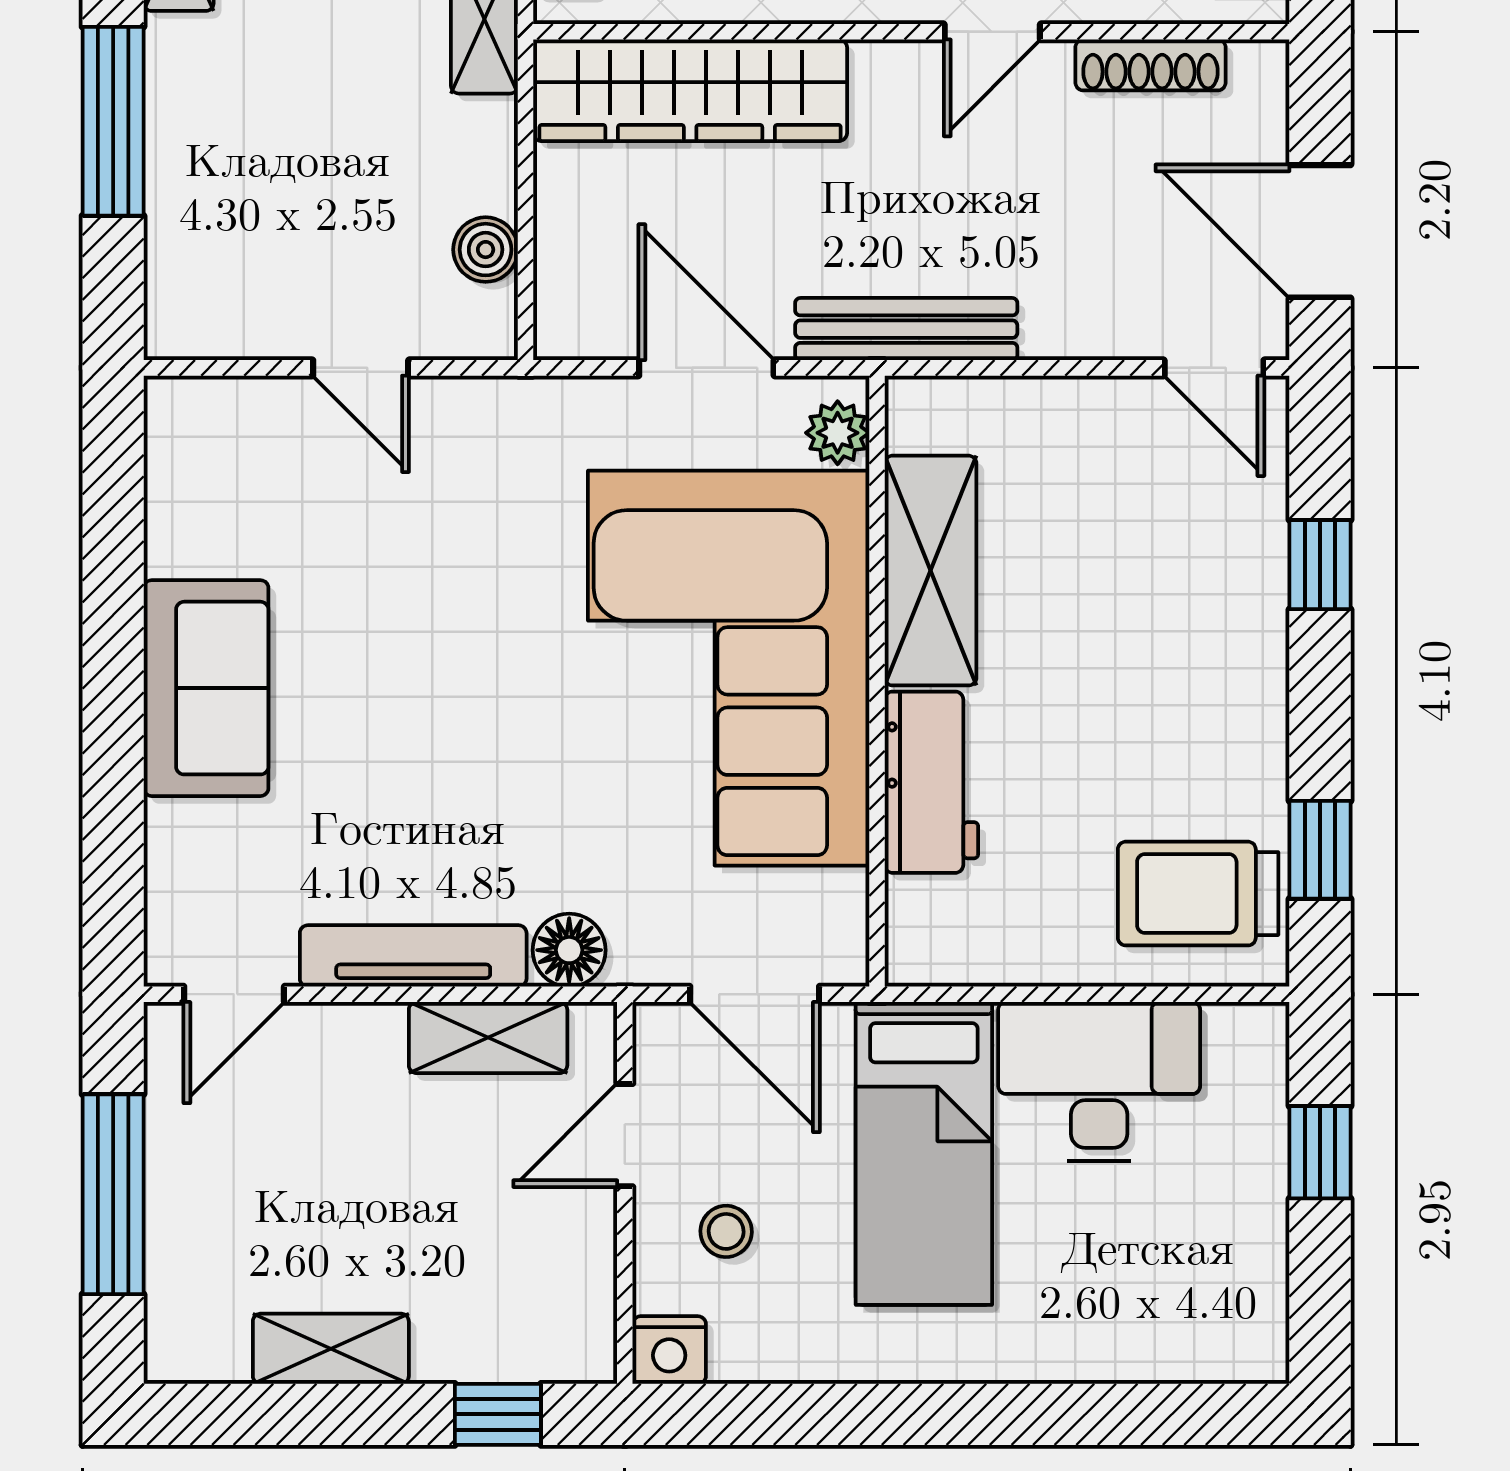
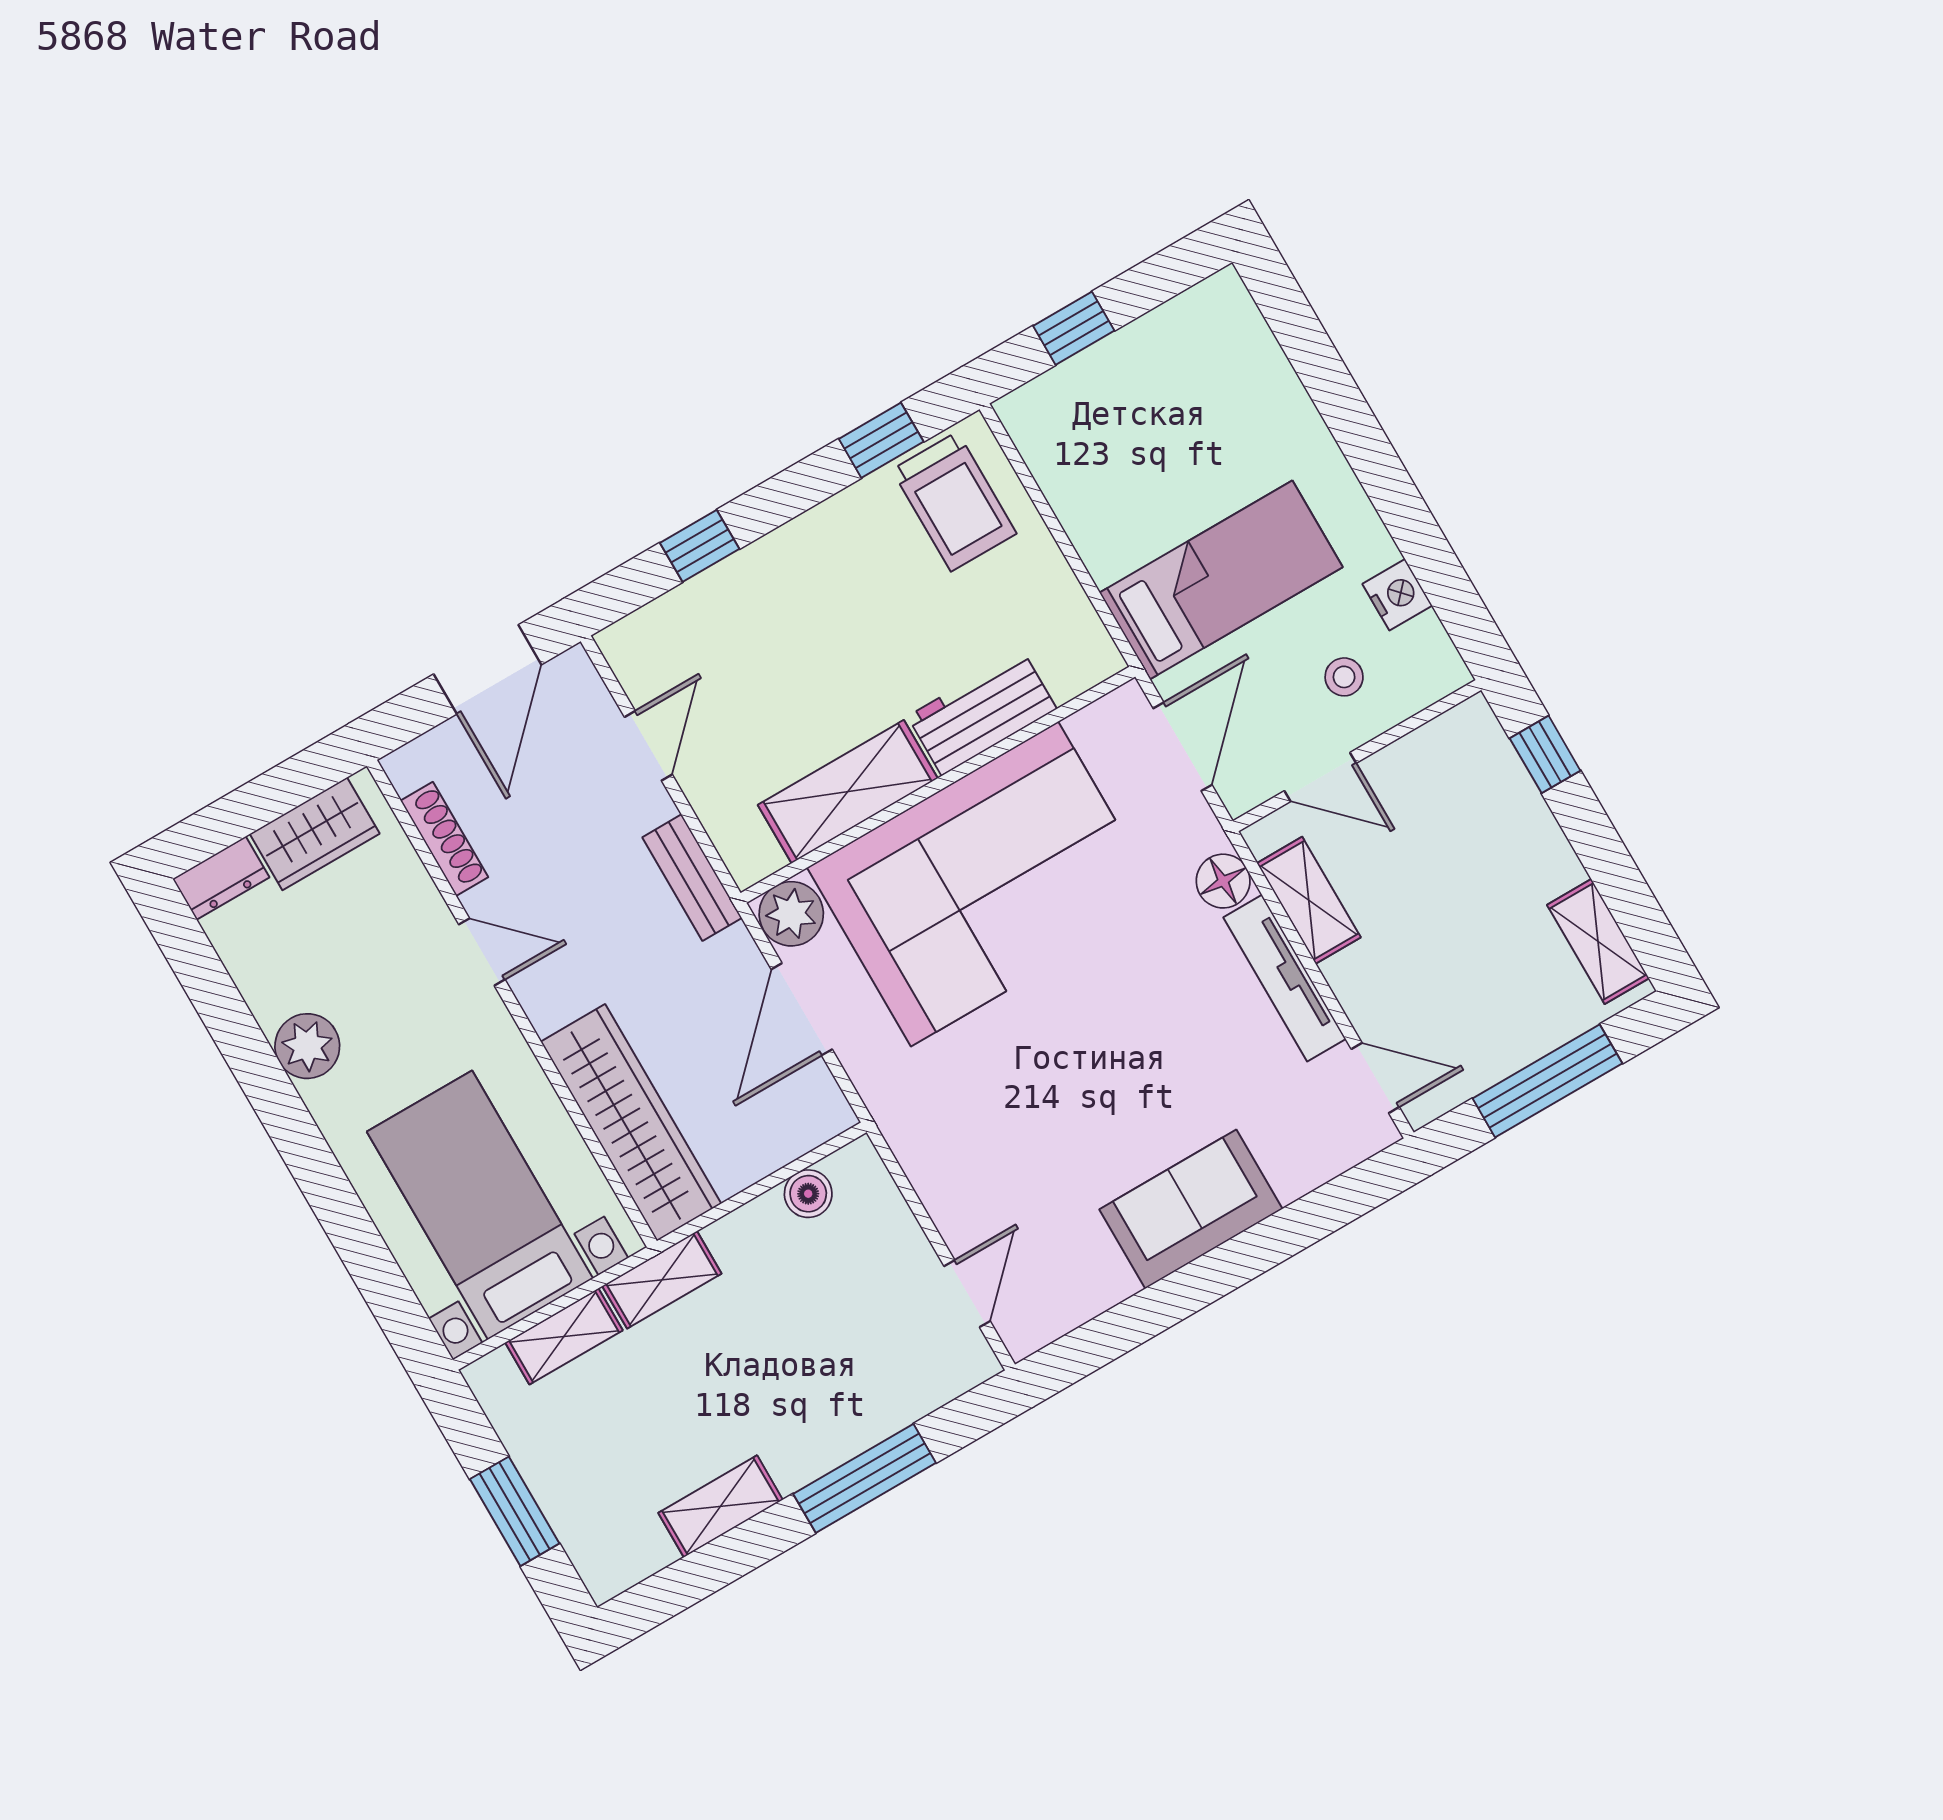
bench: (906, 329) -> (692, 878), width x0.73
door: (361, 368) -> (967, 1294), moved
door: (1214, 368) -> (648, 746), moved
plant: (838, 433) -> (791, 914), width x1.38, depth x1.38
desk: (1099, 1081) -> (1110, 495), removed
shelving: (331, 1349) -> (1598, 942), moved
nightstand: (669, 1350) -> (1397, 595), moved

